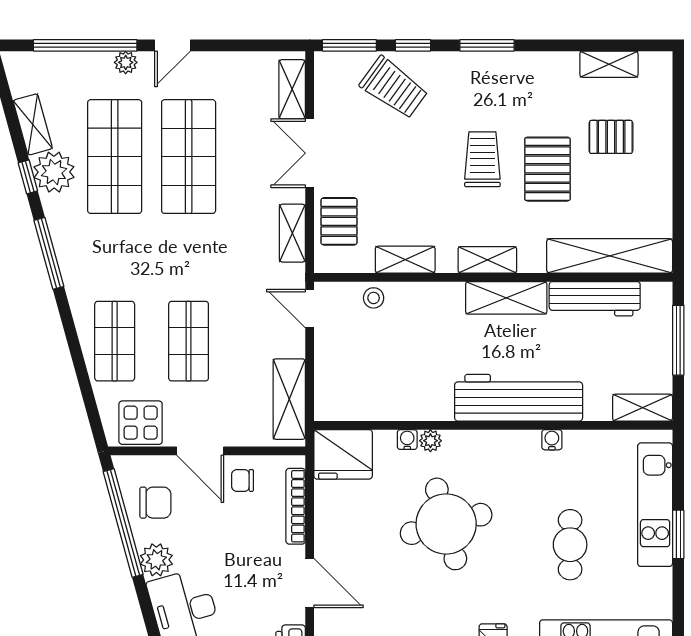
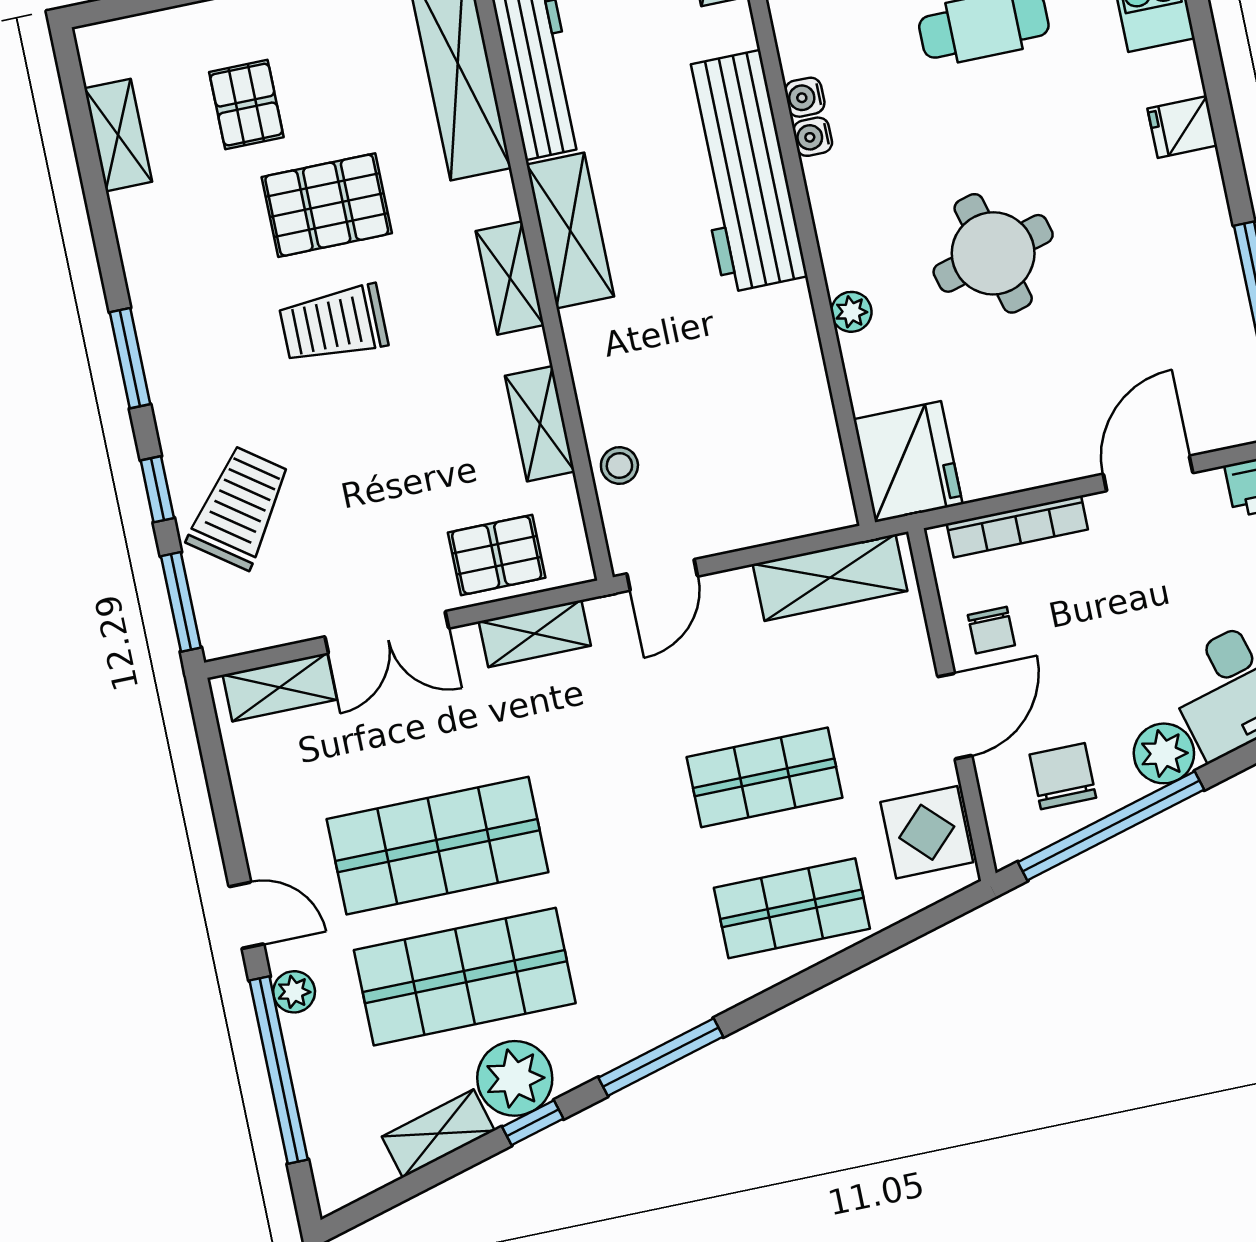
water cooler: (407, 440) -> (813, 137), moved
round table: (446, 524) -> (993, 253), width x0.73, depth x0.73

